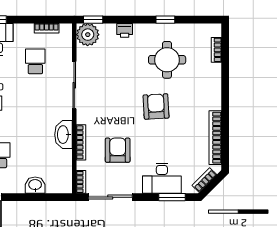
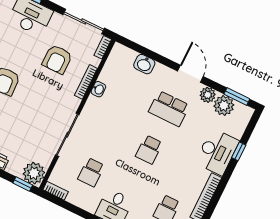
bookcase: (47, 28) -> (56, 191), moved
washbasin: (63, 135) -> (98, 89), width x0.52, depth x0.69

